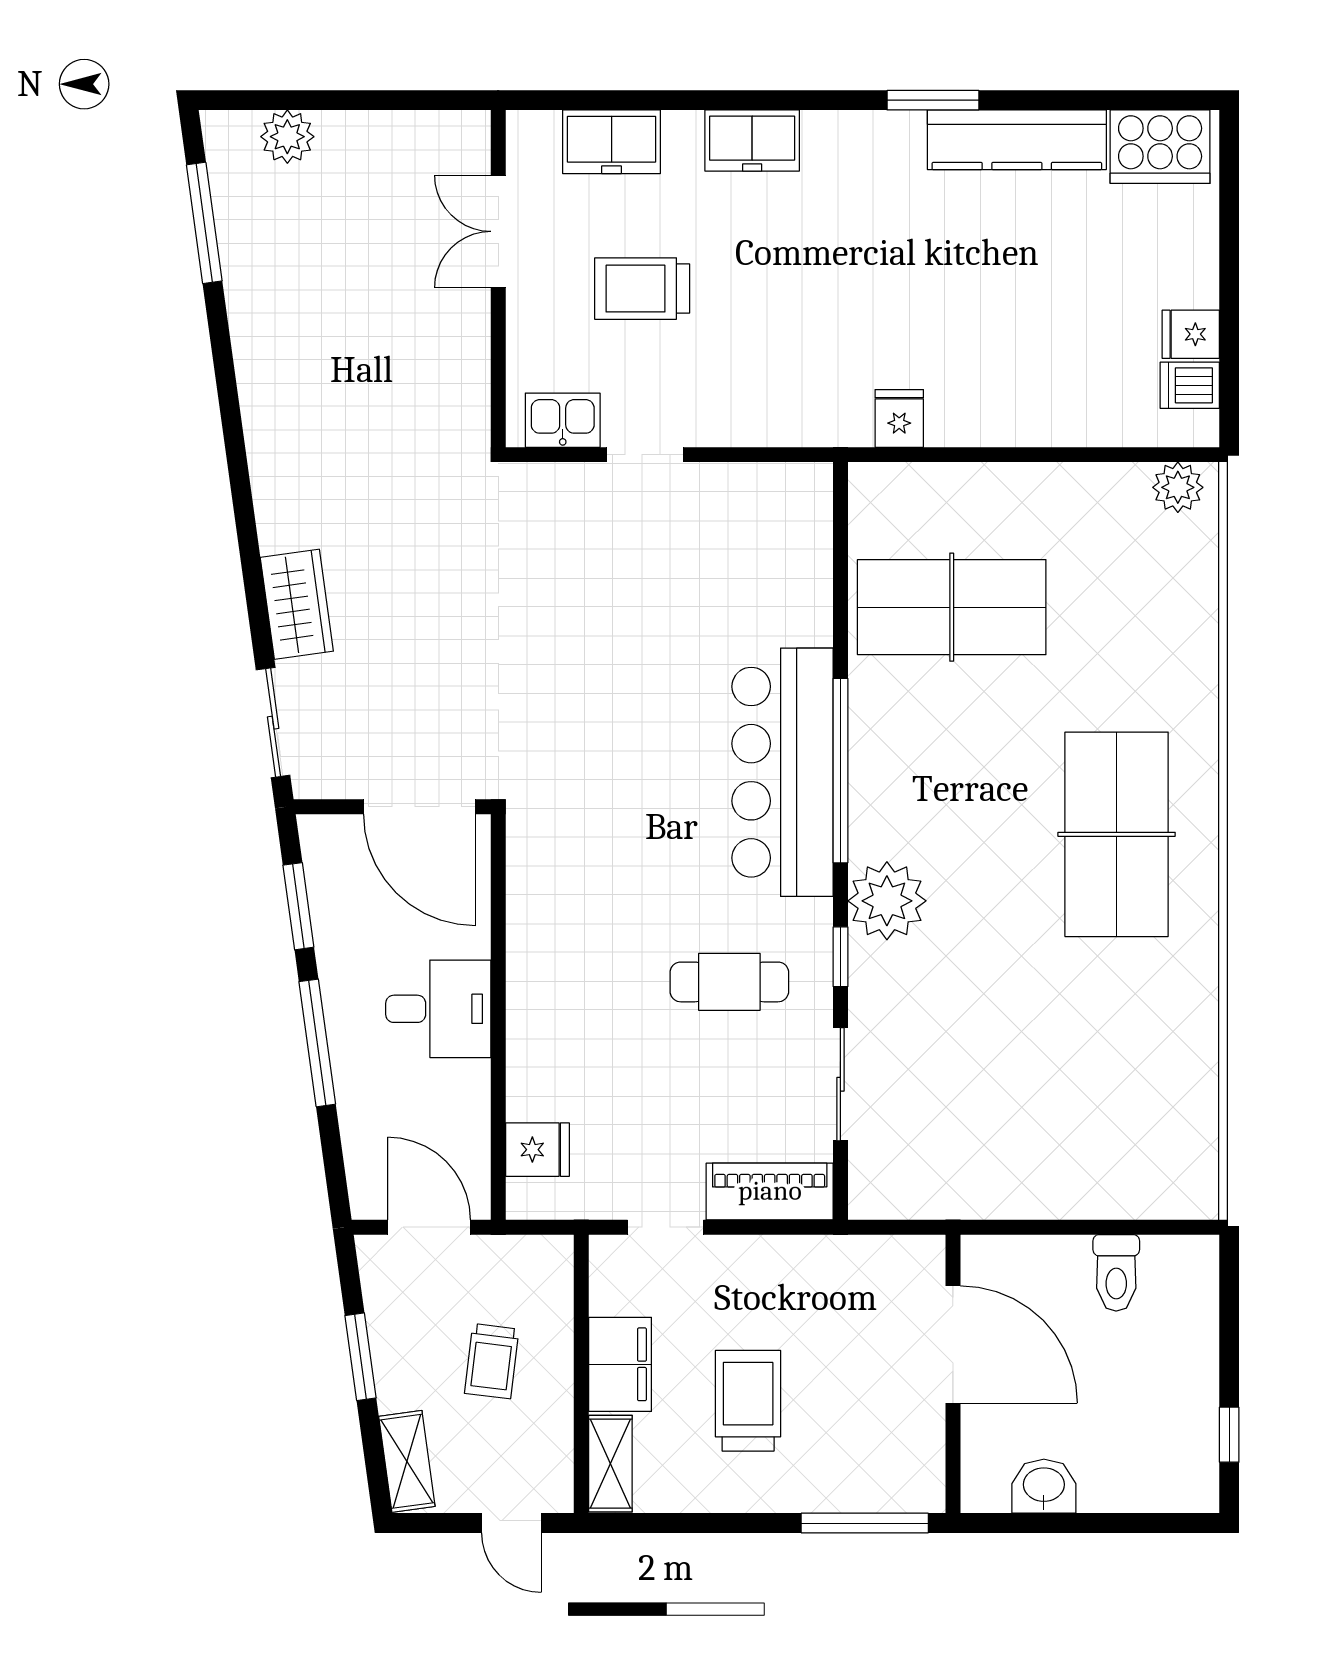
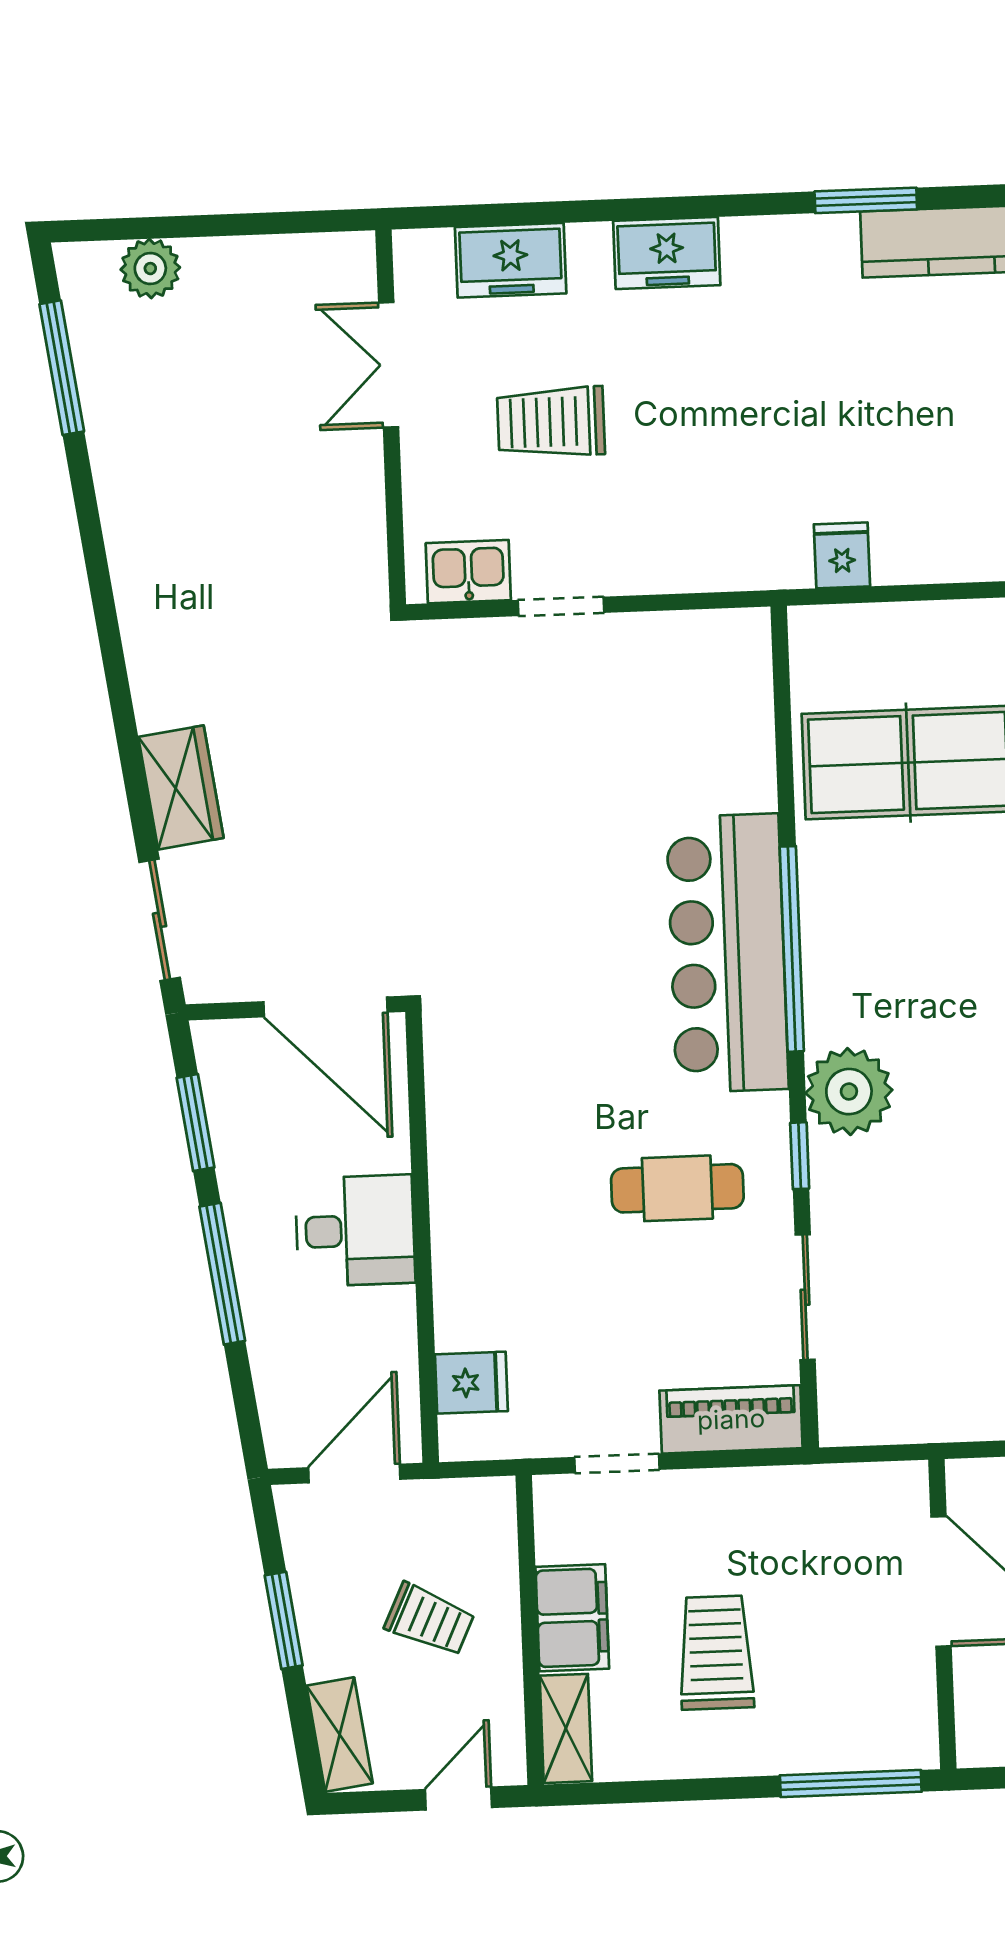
door: (429, 1227) -> (354, 1474), hinge flipped
trolley: (492, 1361) -> (430, 1620), turned -72
door: (511, 1523) -> (458, 1799), swing flipped

